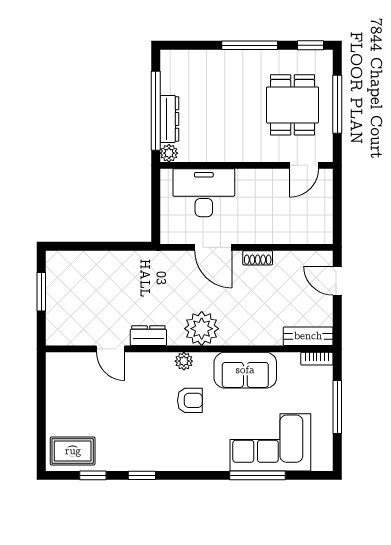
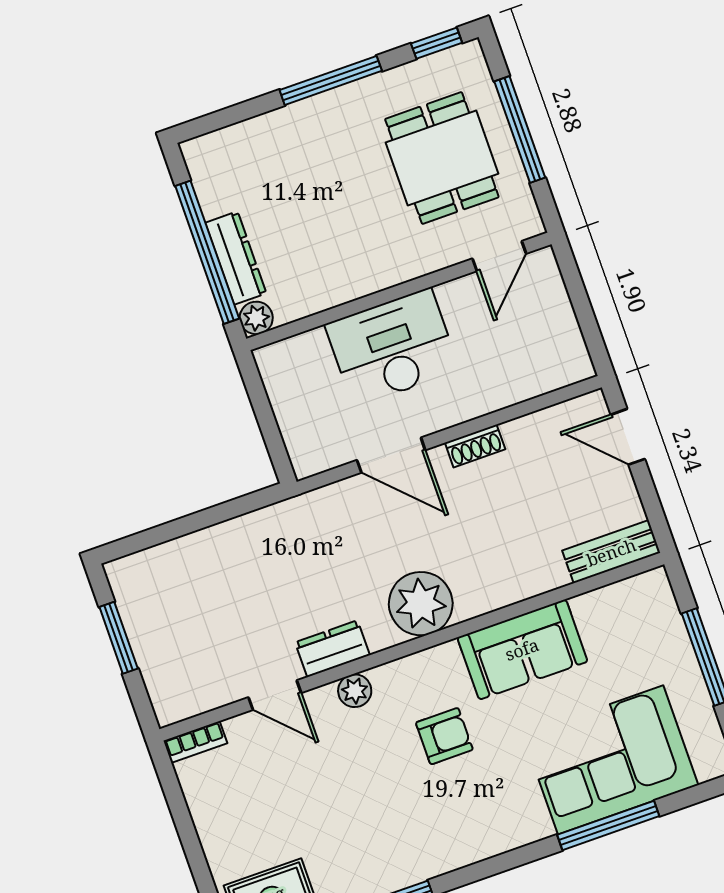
desk: (204, 193) -> (392, 347), moved
bookcase: (317, 359) -> (195, 742), moved
plant: (184, 361) -> (355, 691), moved

